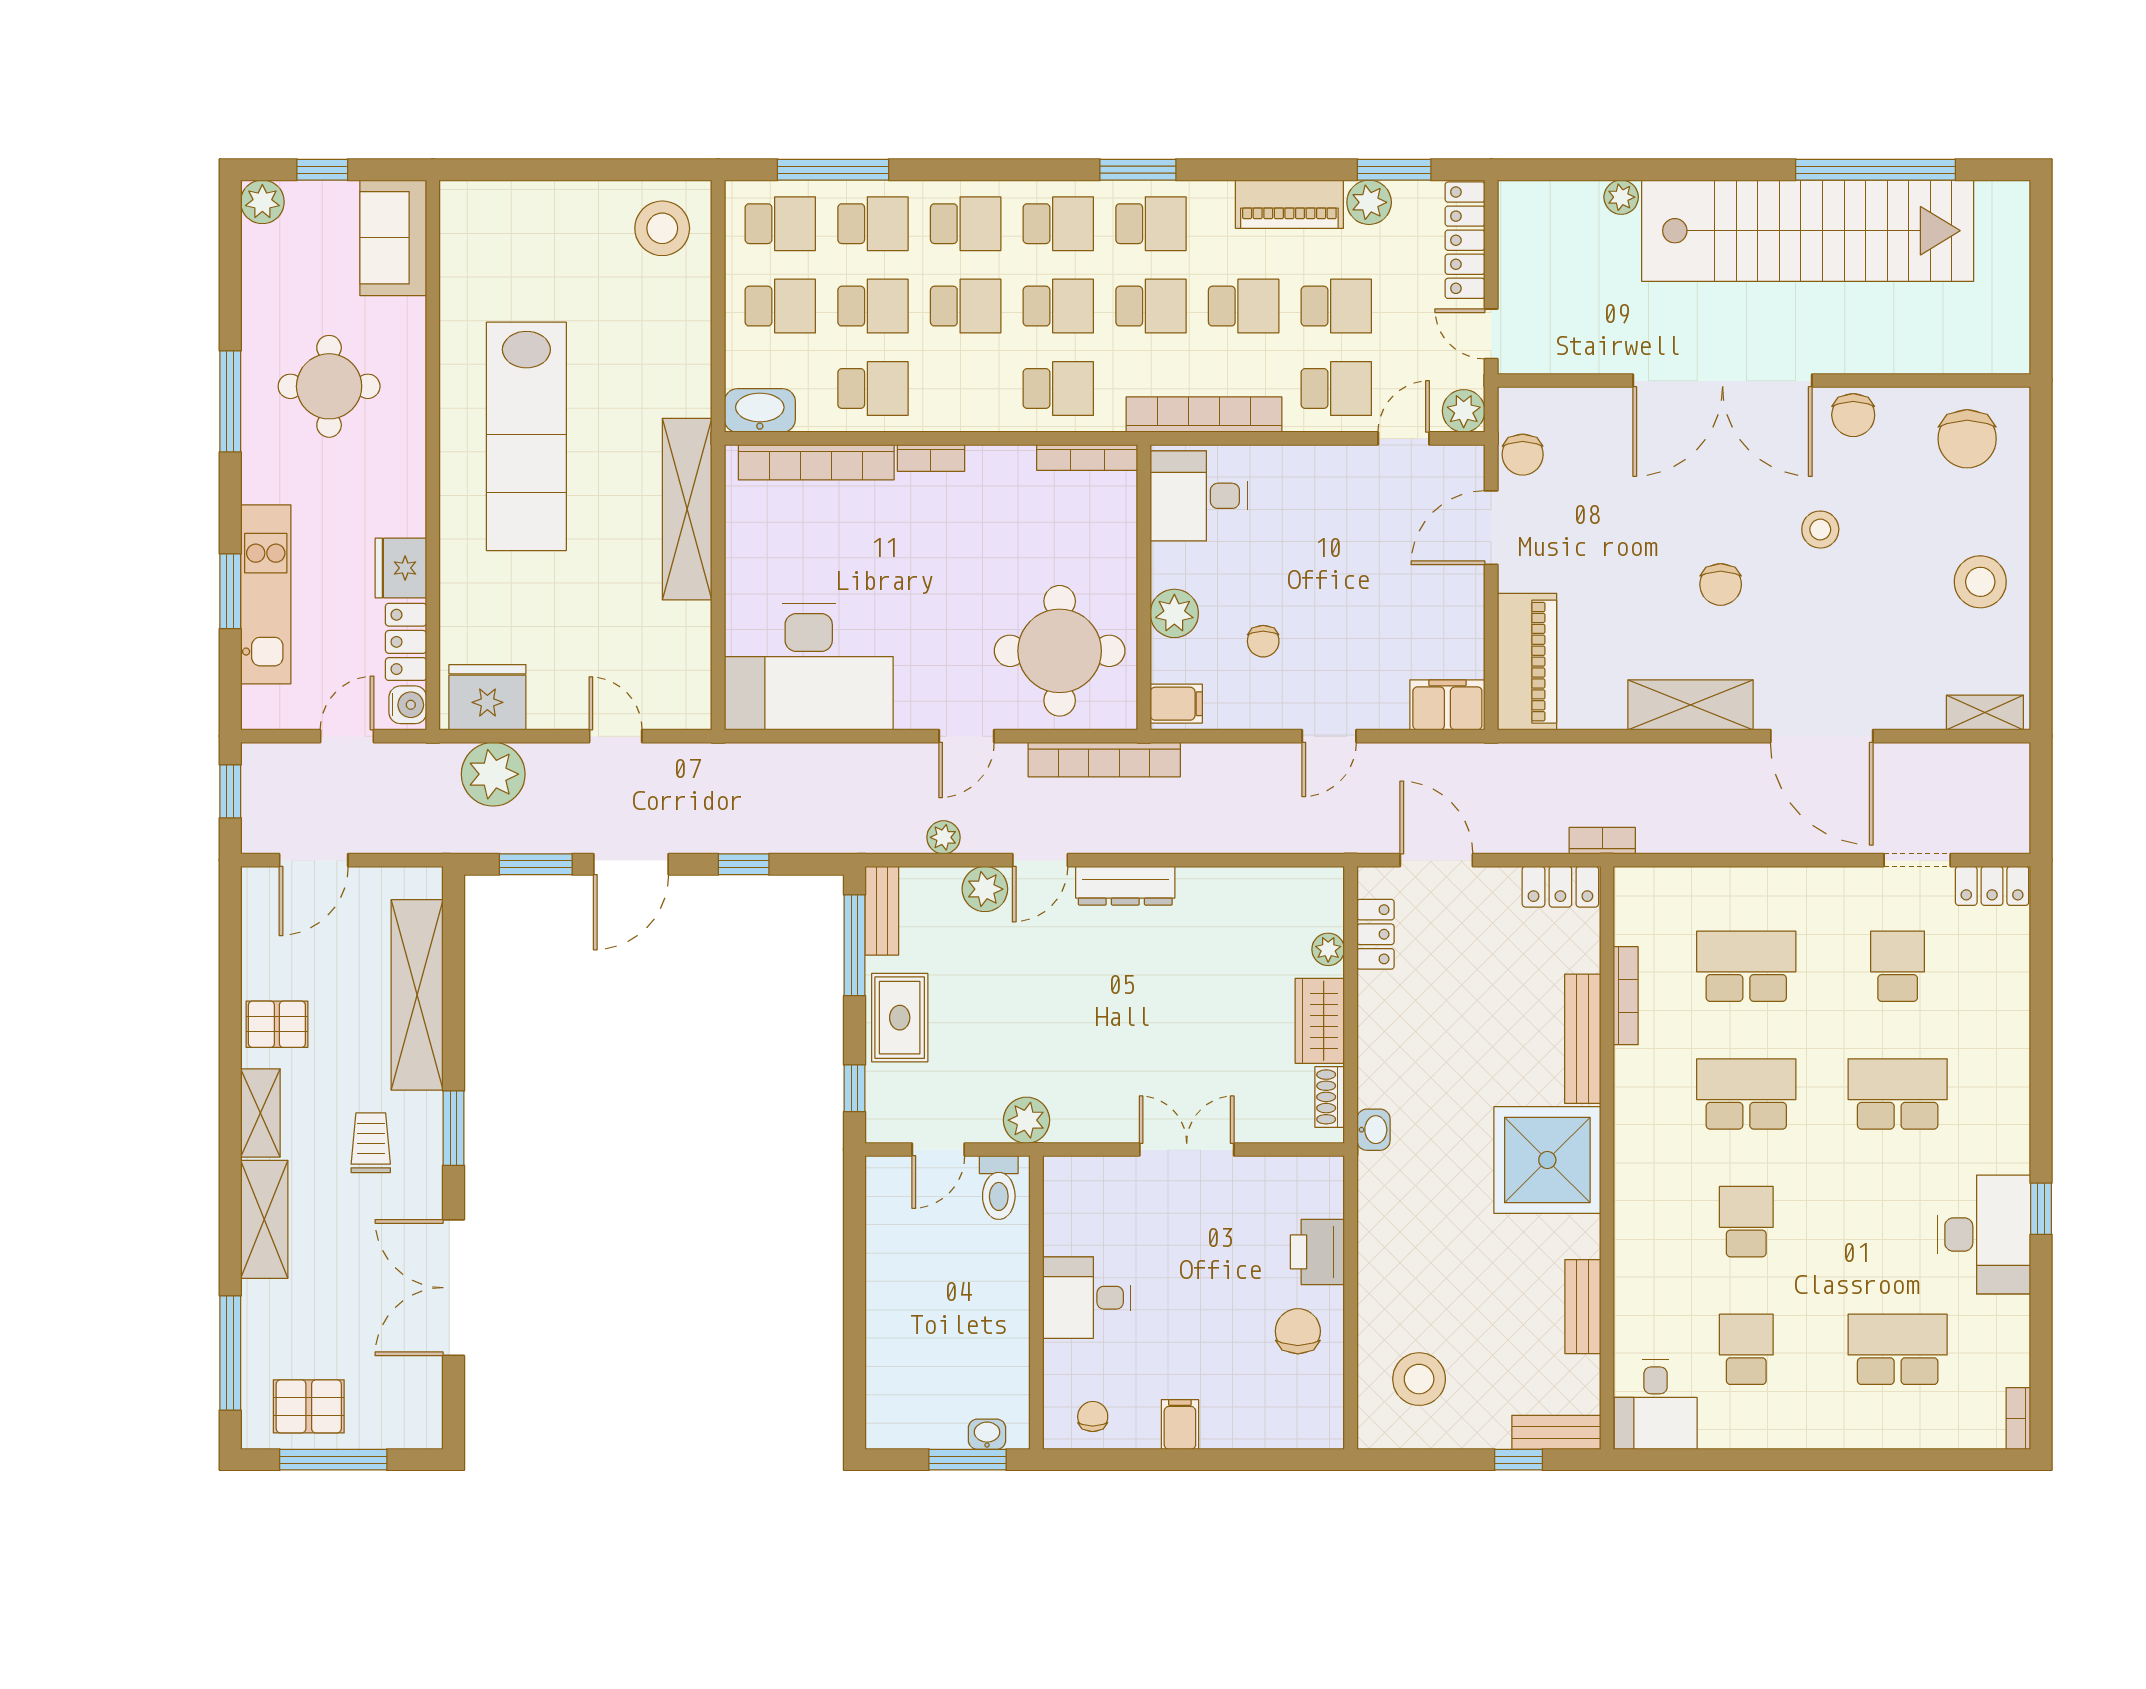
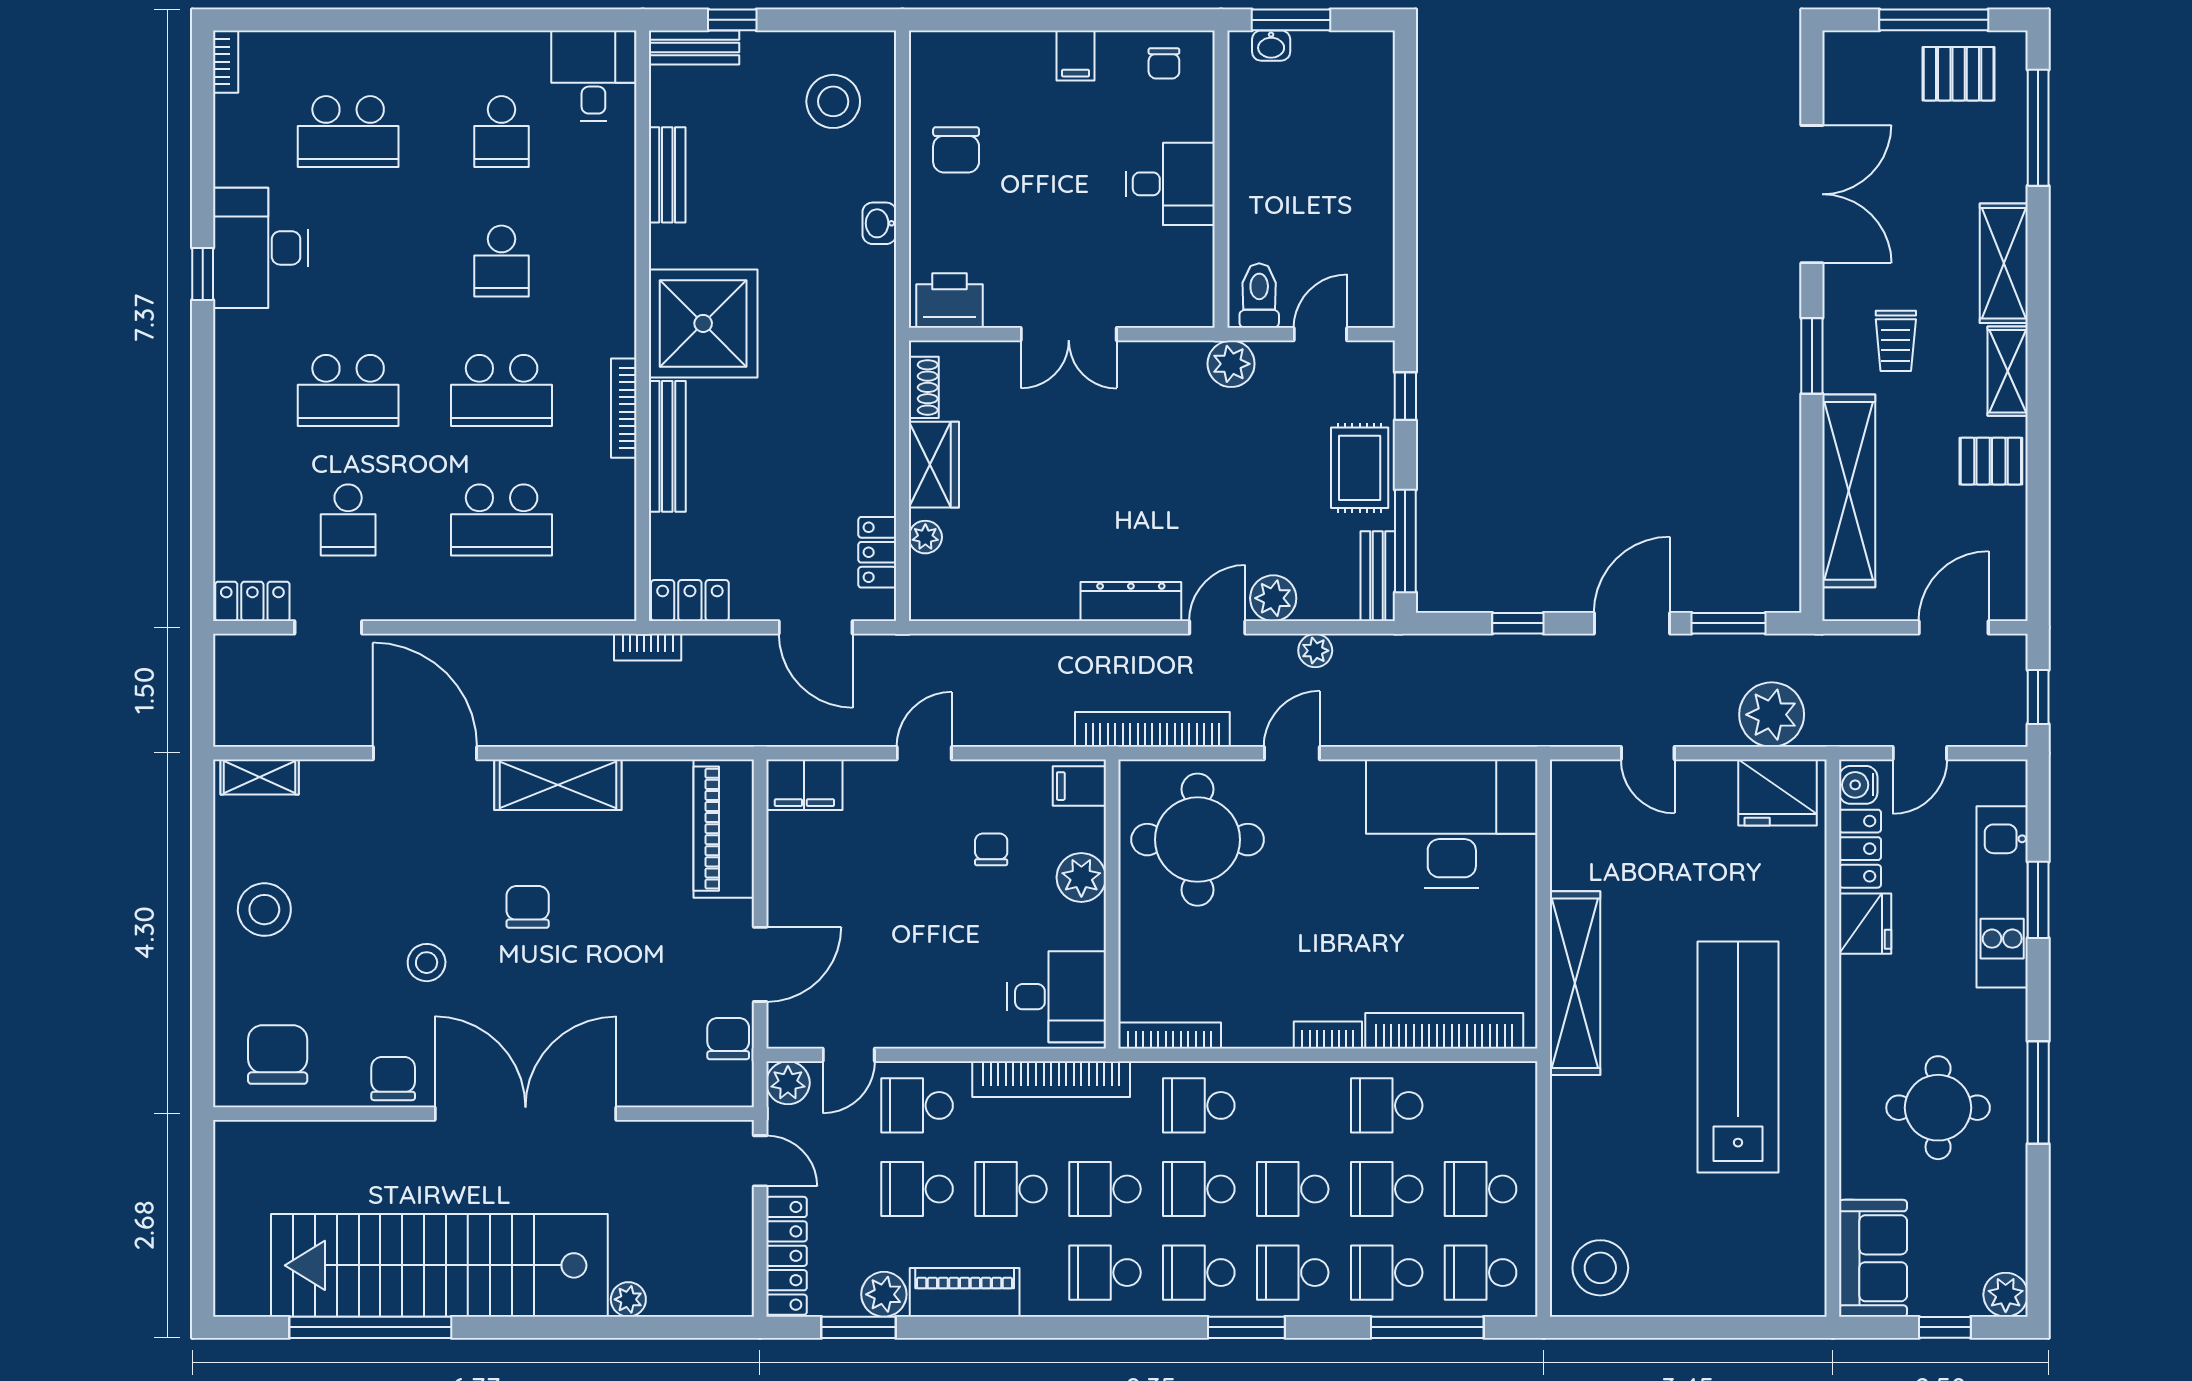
window: (1138, 170) -> (1246, 1327), moved
washbasin: (760, 410) -> (1501, 1083), removed
bookcase: (1626, 996) -> (624, 408), moved
washbasin: (1373, 1130) -> (879, 223), moved
printer: (1317, 1252) -> (950, 300), moved, turned -90

